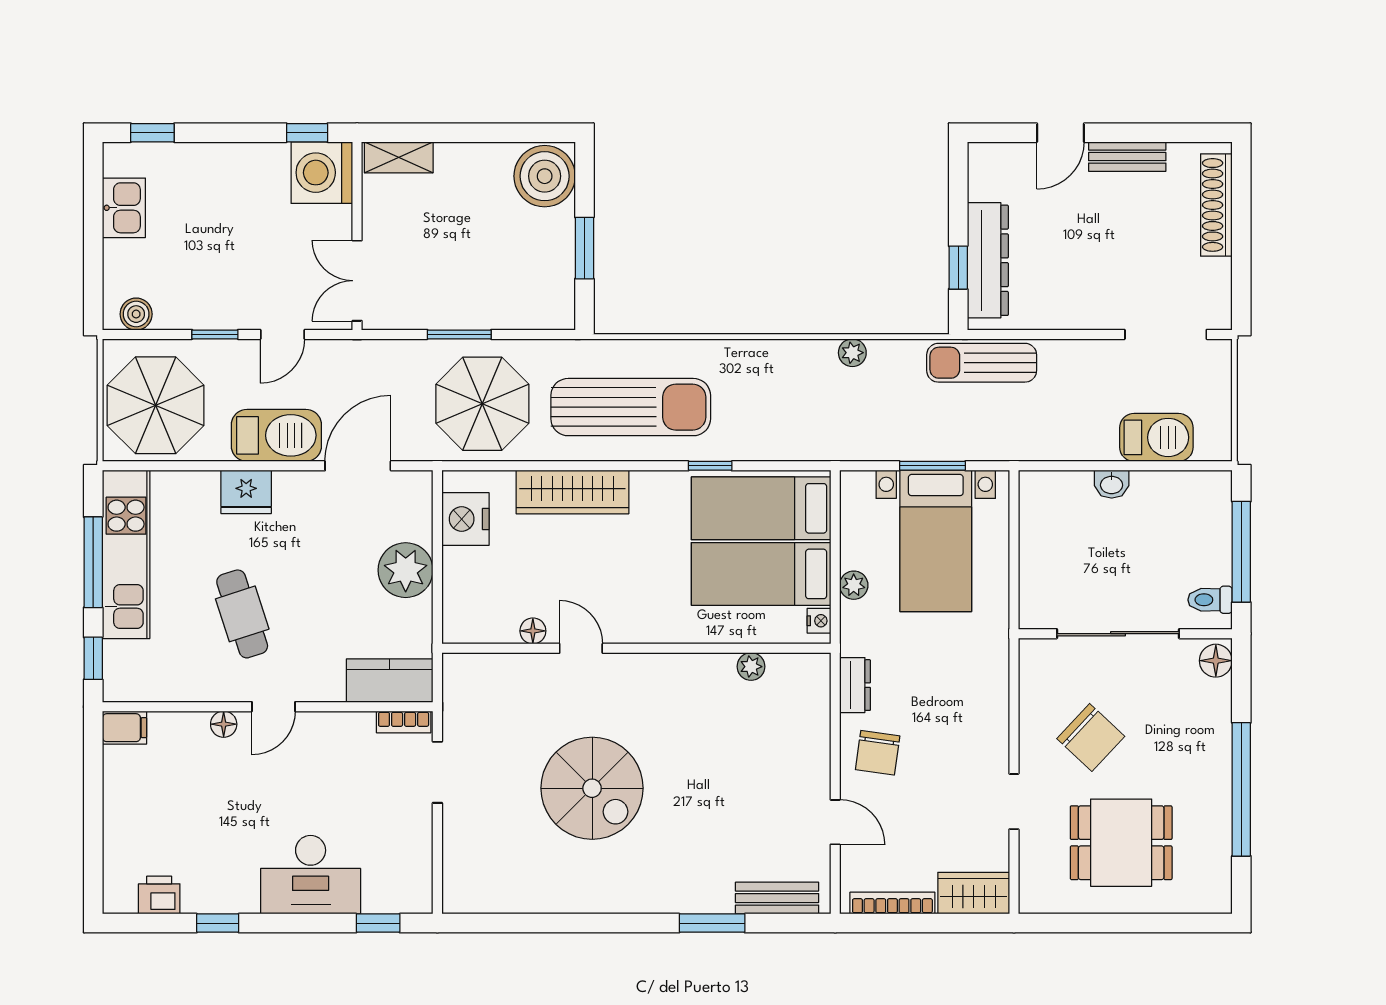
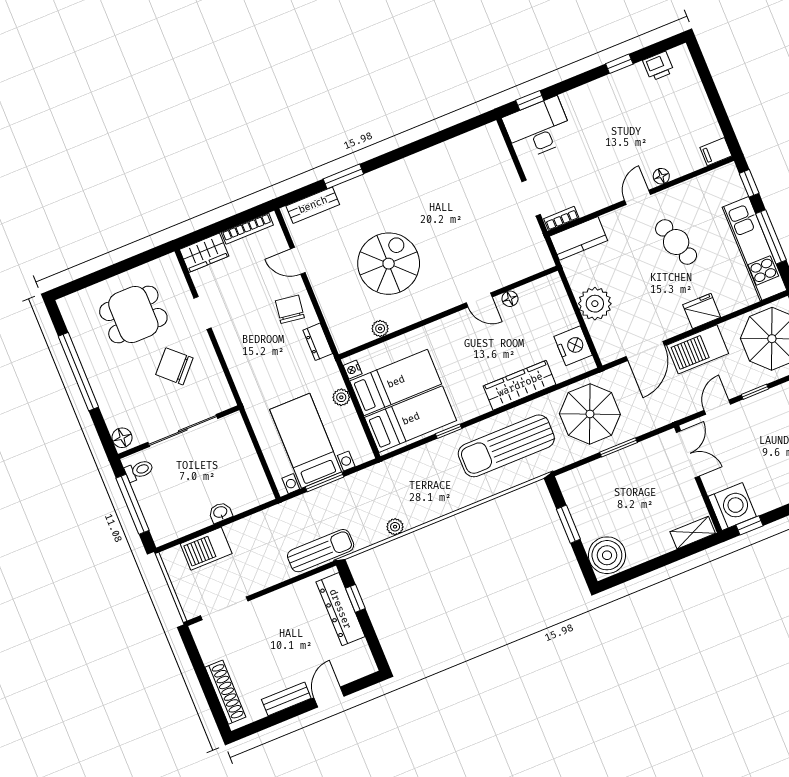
spiral stairs: (592, 788) -> (389, 264), moved, turned 90
desk: (311, 875) -> (538, 129), moved

